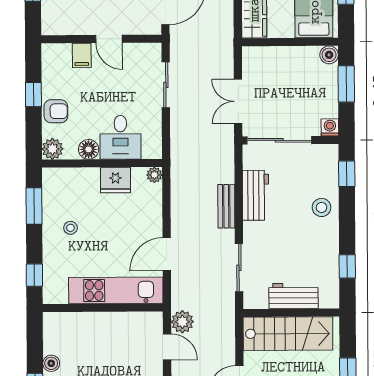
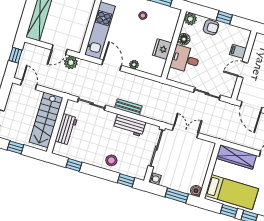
armchair: (56, 111) -> (211, 27), turned -89
plant: (154, 175) -> (134, 65), moved

